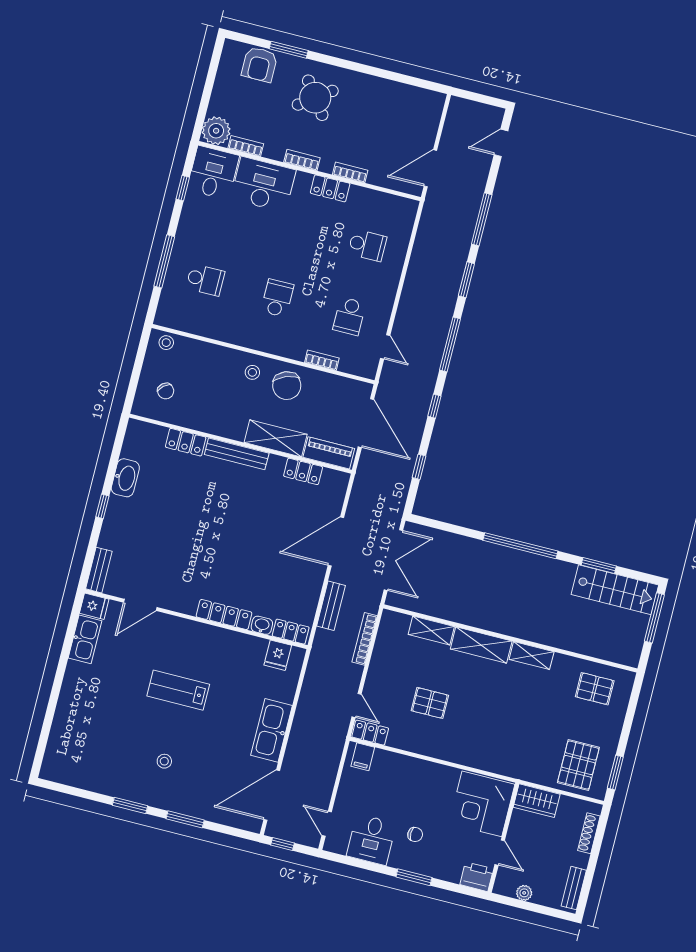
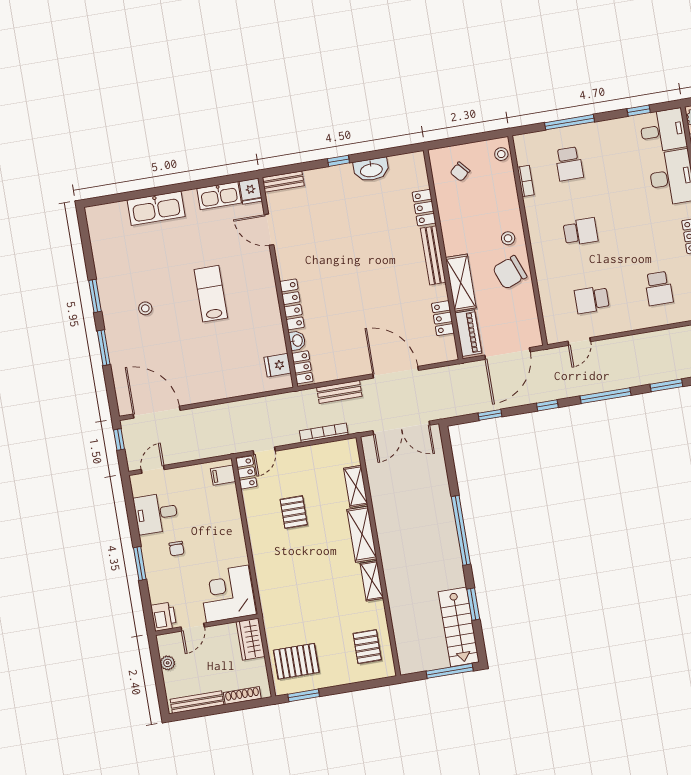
bookcase: (322, 360) -> (526, 181), moved
kitchen sink: (272, 730) -> (156, 208), moved, turned 180
bench: (574, 888) -> (197, 702), width x1.36

